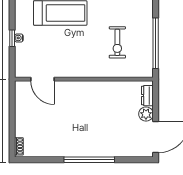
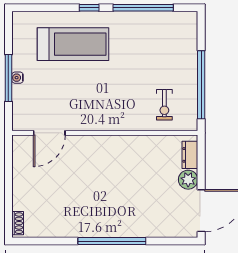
window: (12, 38) -> (8, 78), width x2.17
exercise bike: (117, 42) -> (164, 105), moved, width x0.73, depth x0.72
door: (43, 79) -> (49, 133), hinge flipped

